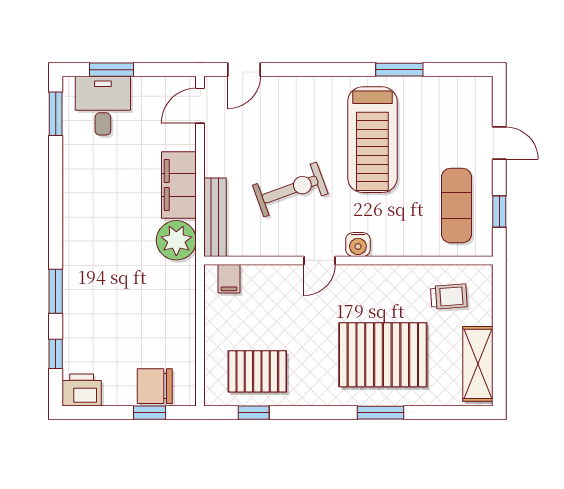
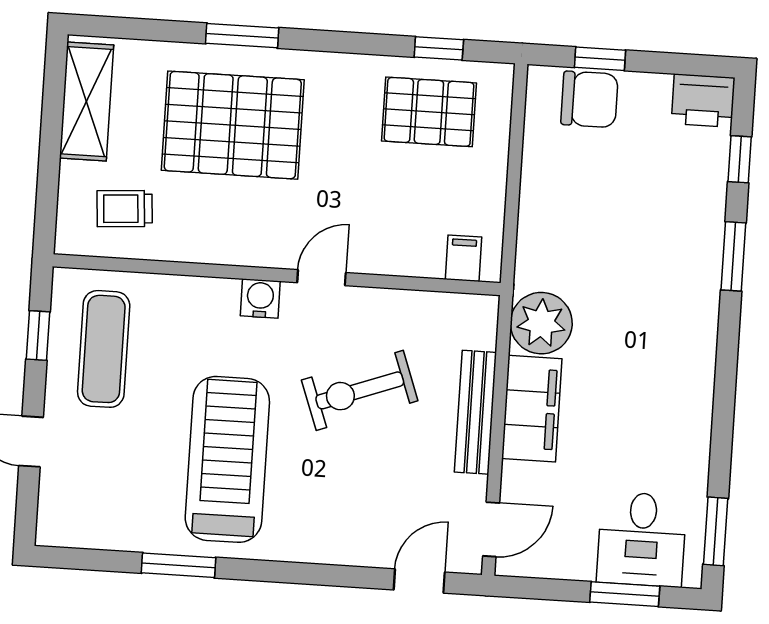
bench: (215, 217) -> (475, 412), moved

